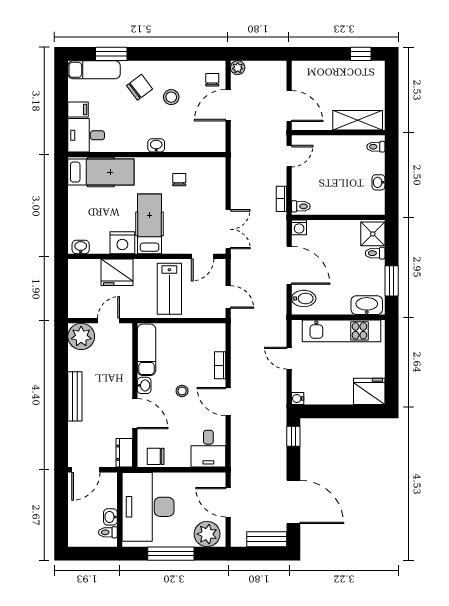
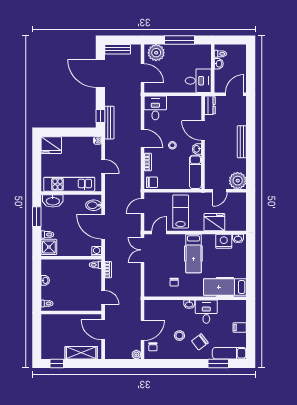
shelving: (358, 120) -> (81, 353), moved
desk: (86, 135) -> (206, 312), moved, turned -90
door: (289, 156) -> (103, 297), swing flipped
nightstand: (122, 243) -> (224, 241), moved
door: (228, 297) -> (143, 206), hinge flipped
bench: (279, 426) -> (109, 123), added
chair: (156, 456) -> (152, 182), moved
desk: (148, 507) -> (198, 81), width x0.53, depth x0.77

